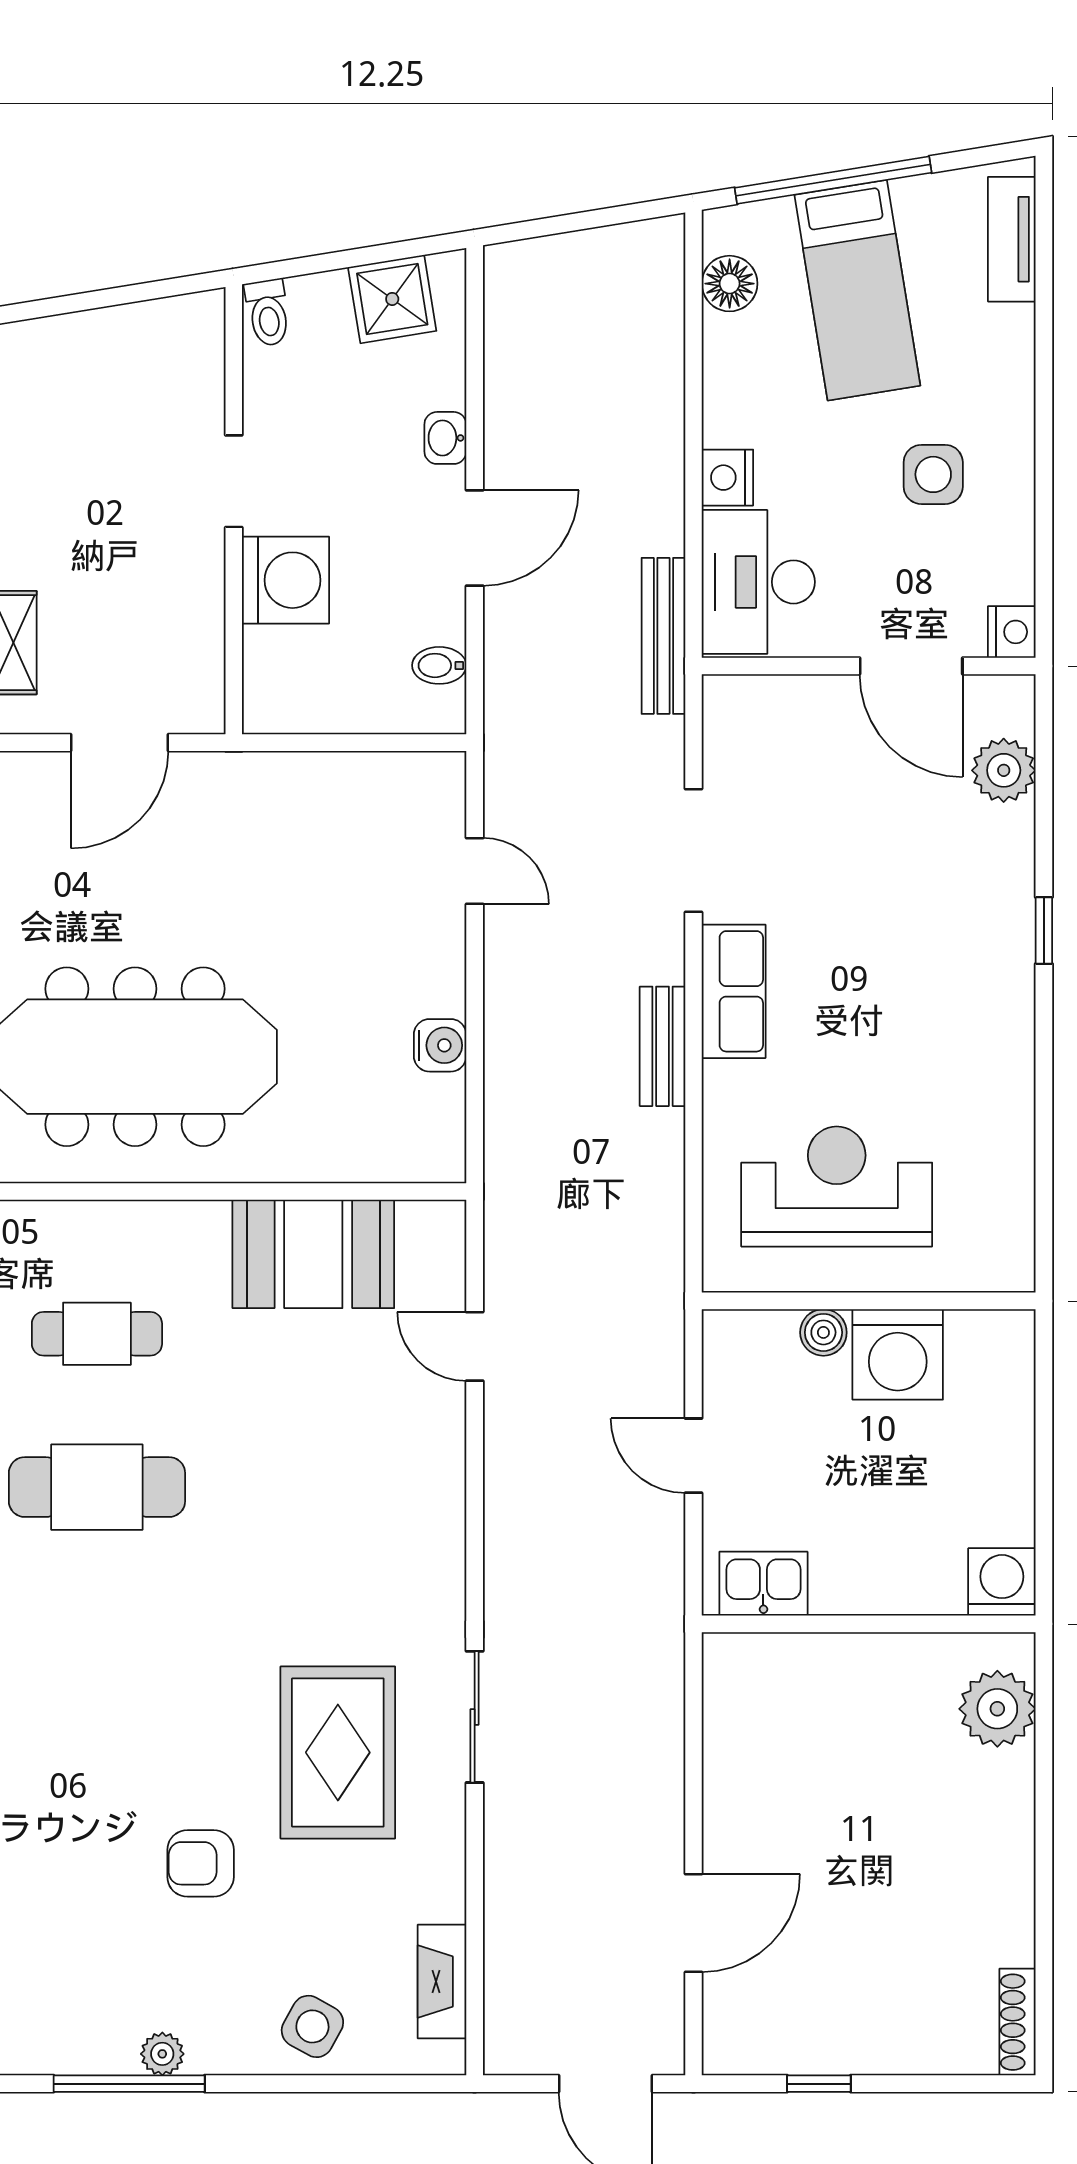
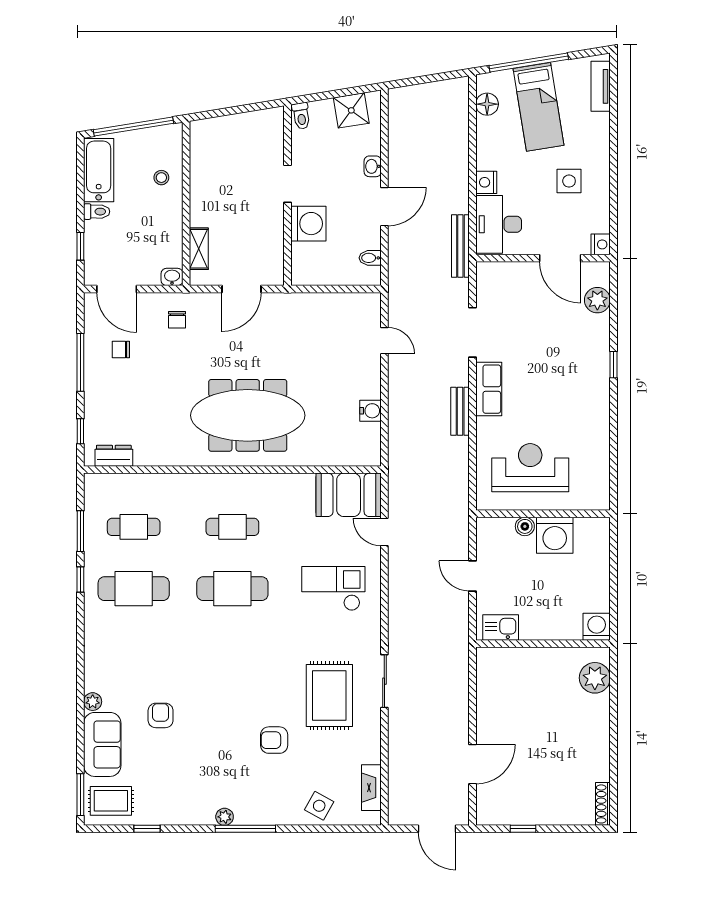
booth: (313, 1254) -> (349, 495), moved
checkout: (348, 1487) -> (333, 588), added
plant: (162, 2054) -> (225, 817), moved

